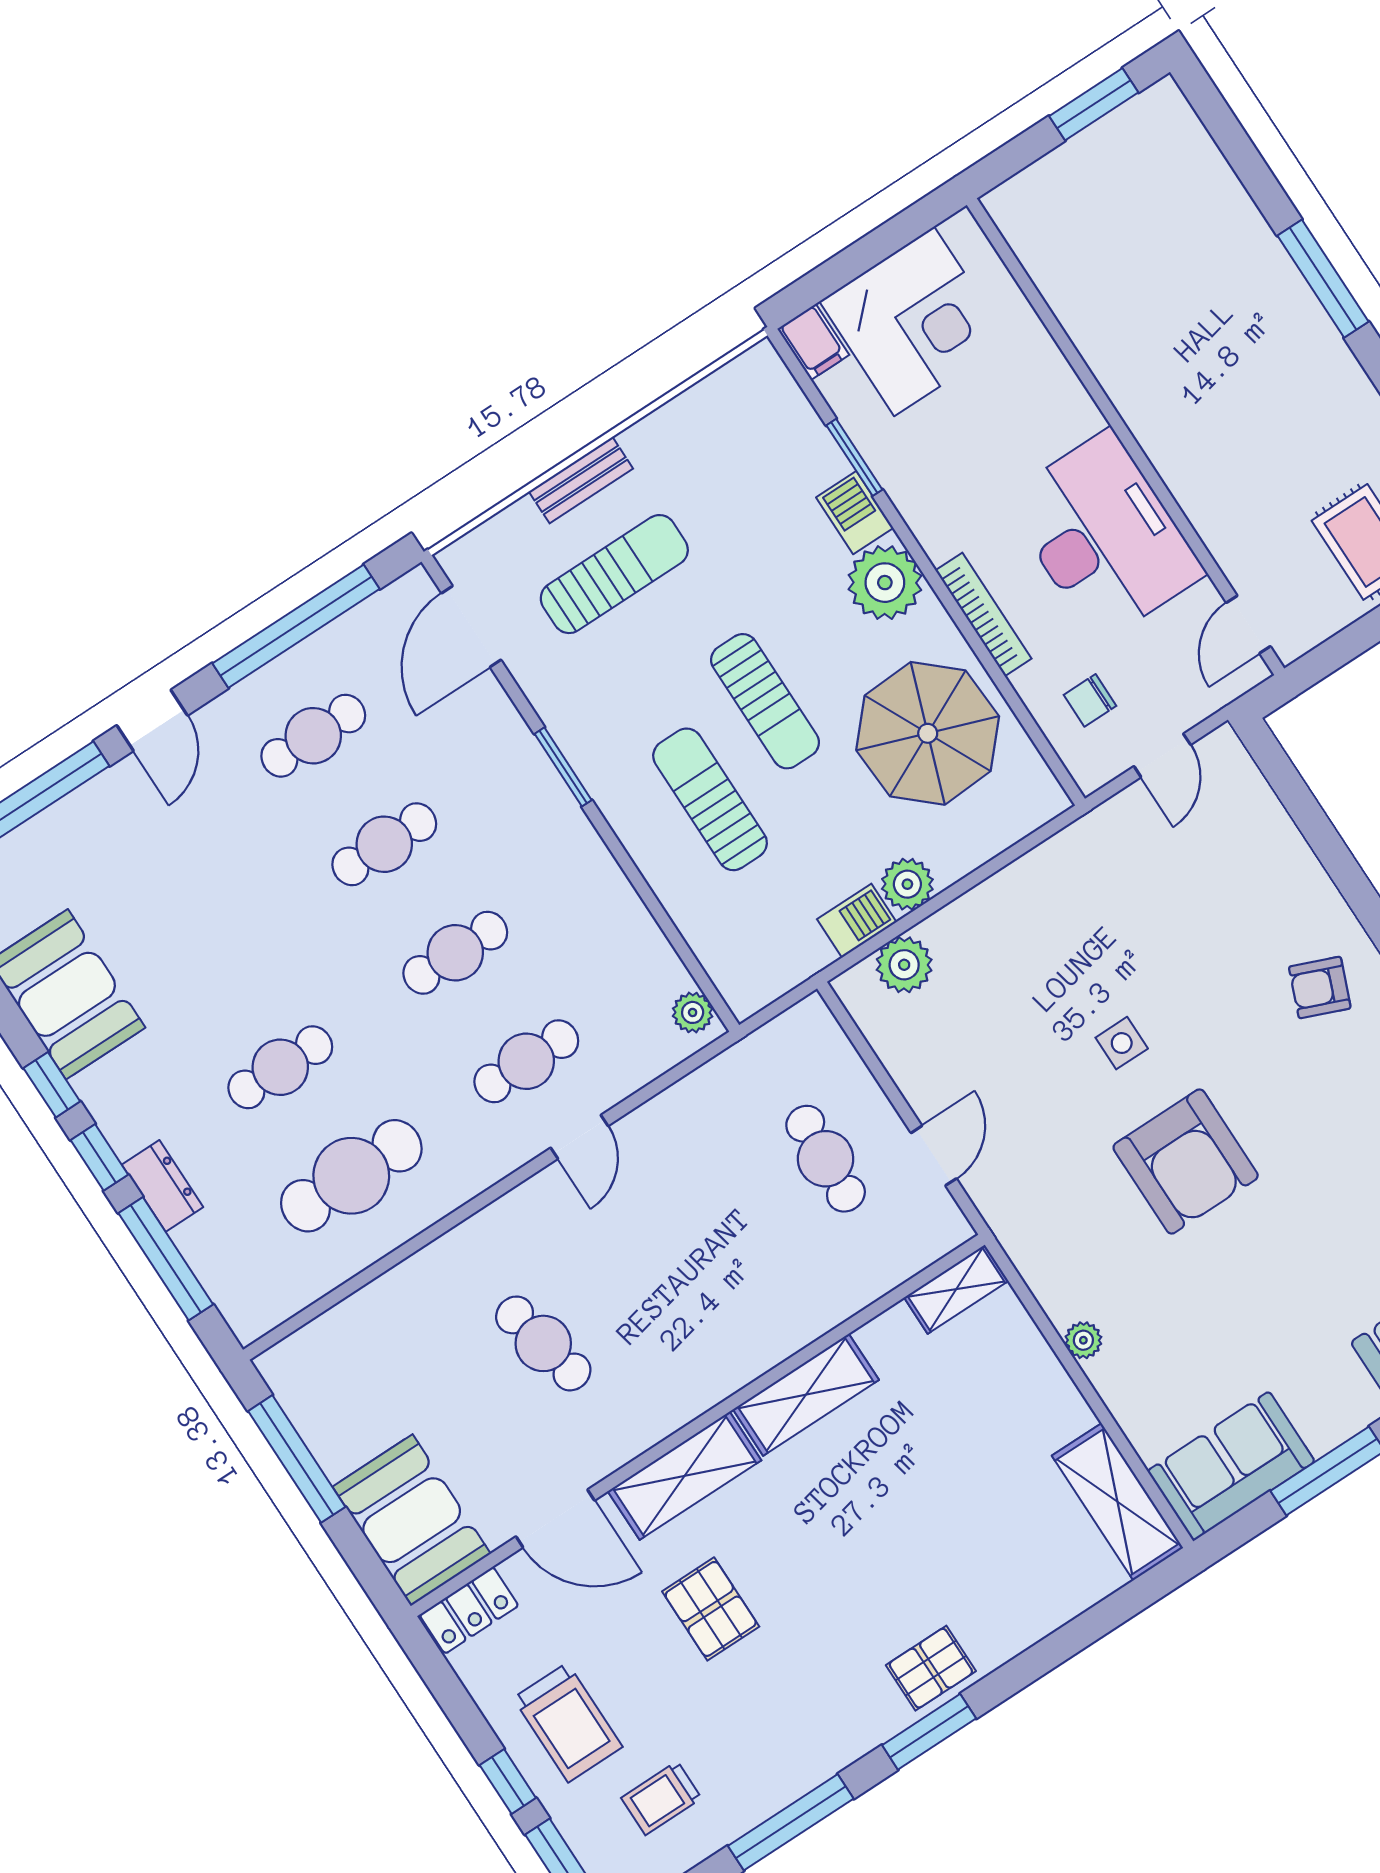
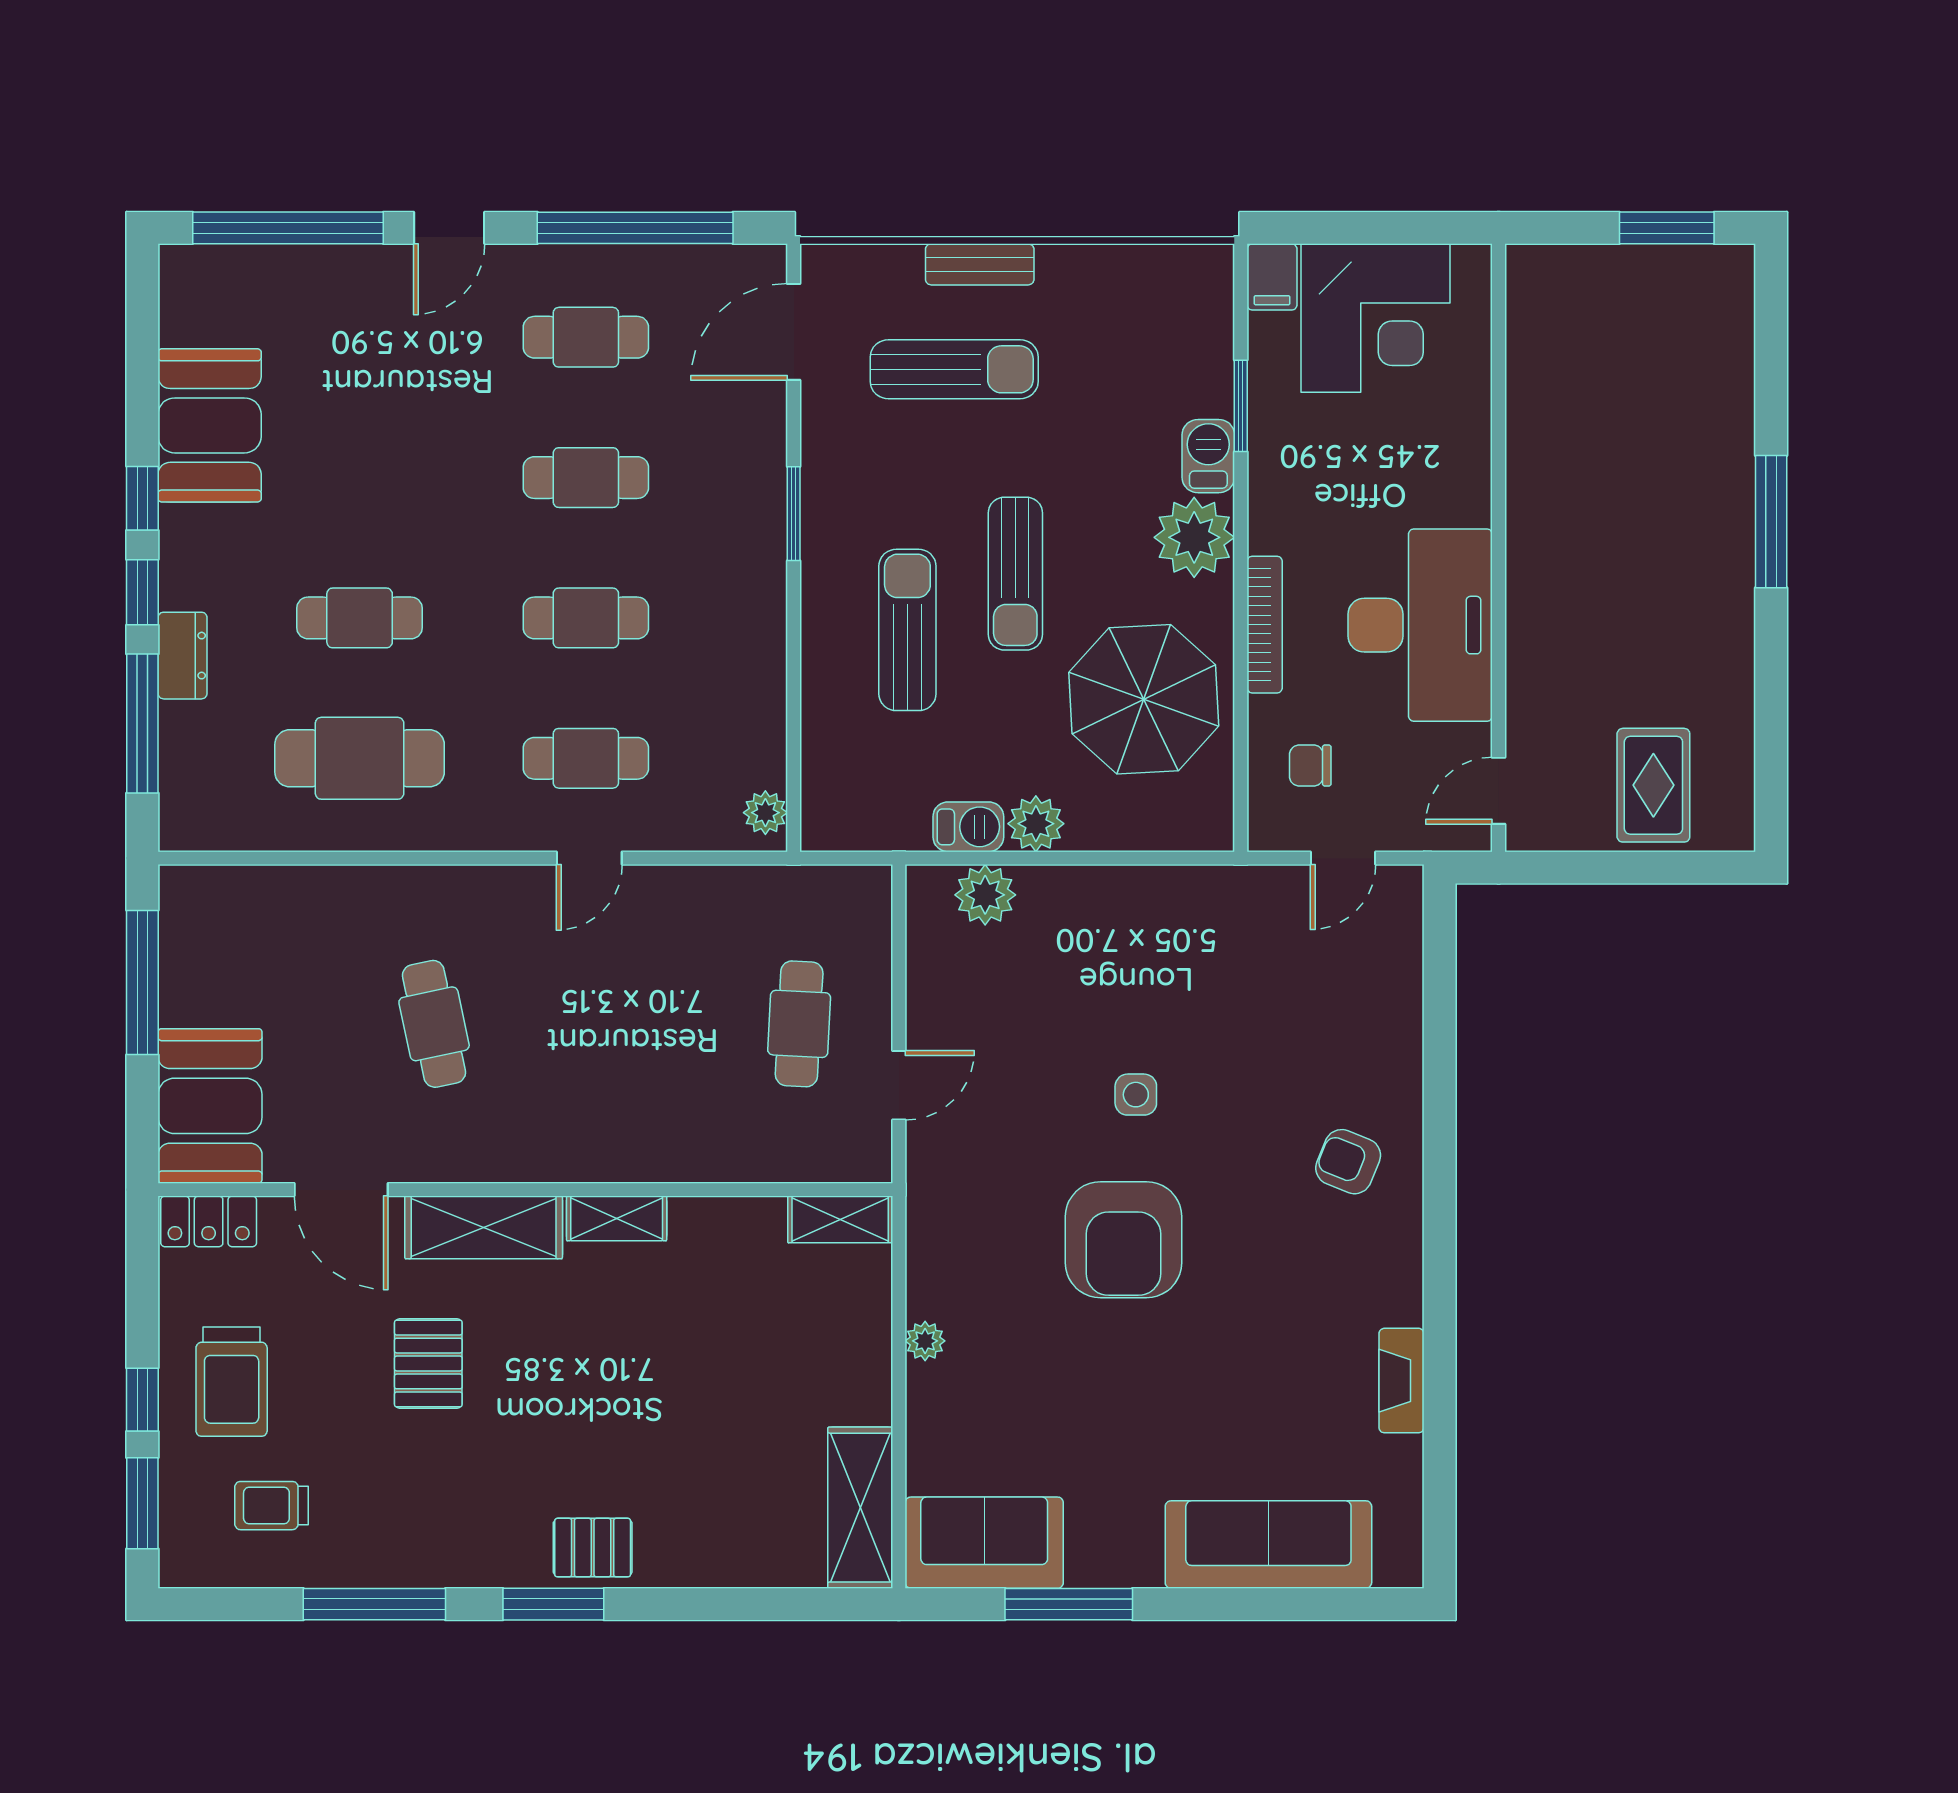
shelving: (806, 1395) -> (617, 1218), width x0.67, depth x0.75

